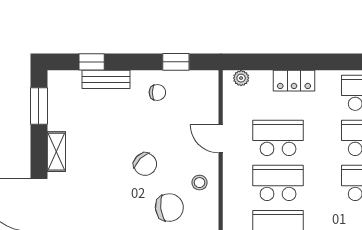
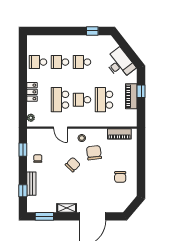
door: (221, 139) -> (60, 128), hinge flipped
school desk: (278, 183) -> (82, 100), width x0.54

